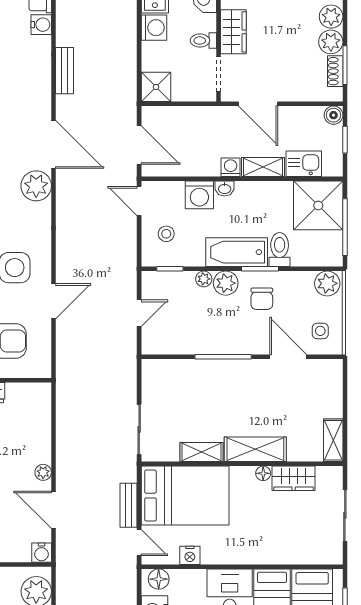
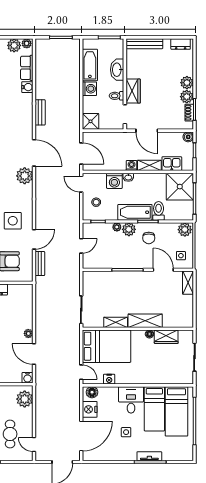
shelving: (333, 440) -> (188, 283), moved
bench: (129, 505) -> (40, 264), moved

